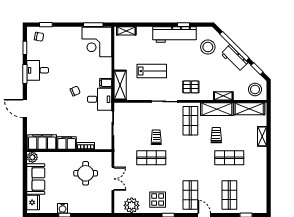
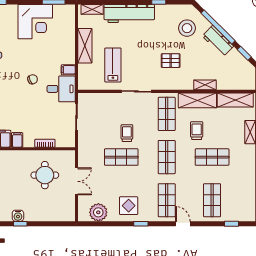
workbench: (175, 34) -> (129, 14), moved
corner desk: (97, 42) -> (35, 22), moved, turned -90
lab bench: (152, 71) -> (113, 65), moved, turned -90
shelving: (120, 85) -> (85, 46), moved
pallet: (191, 87) -> (171, 61), moved
stool: (255, 89) -> (242, 78), removed
filing cabinet: (67, 143) -> (17, 140), width x0.50
shop shelf: (190, 158) -> (167, 157), added

